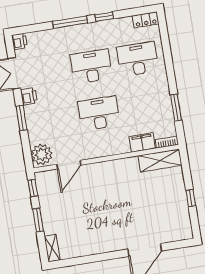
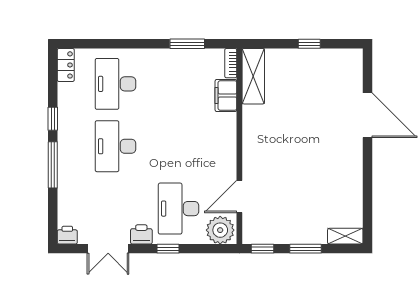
desk: (99, 113) -> (179, 209), moved
window: (21, 118) -> (168, 249), width x0.67
door: (69, 165) -> (239, 197), swing flipped

